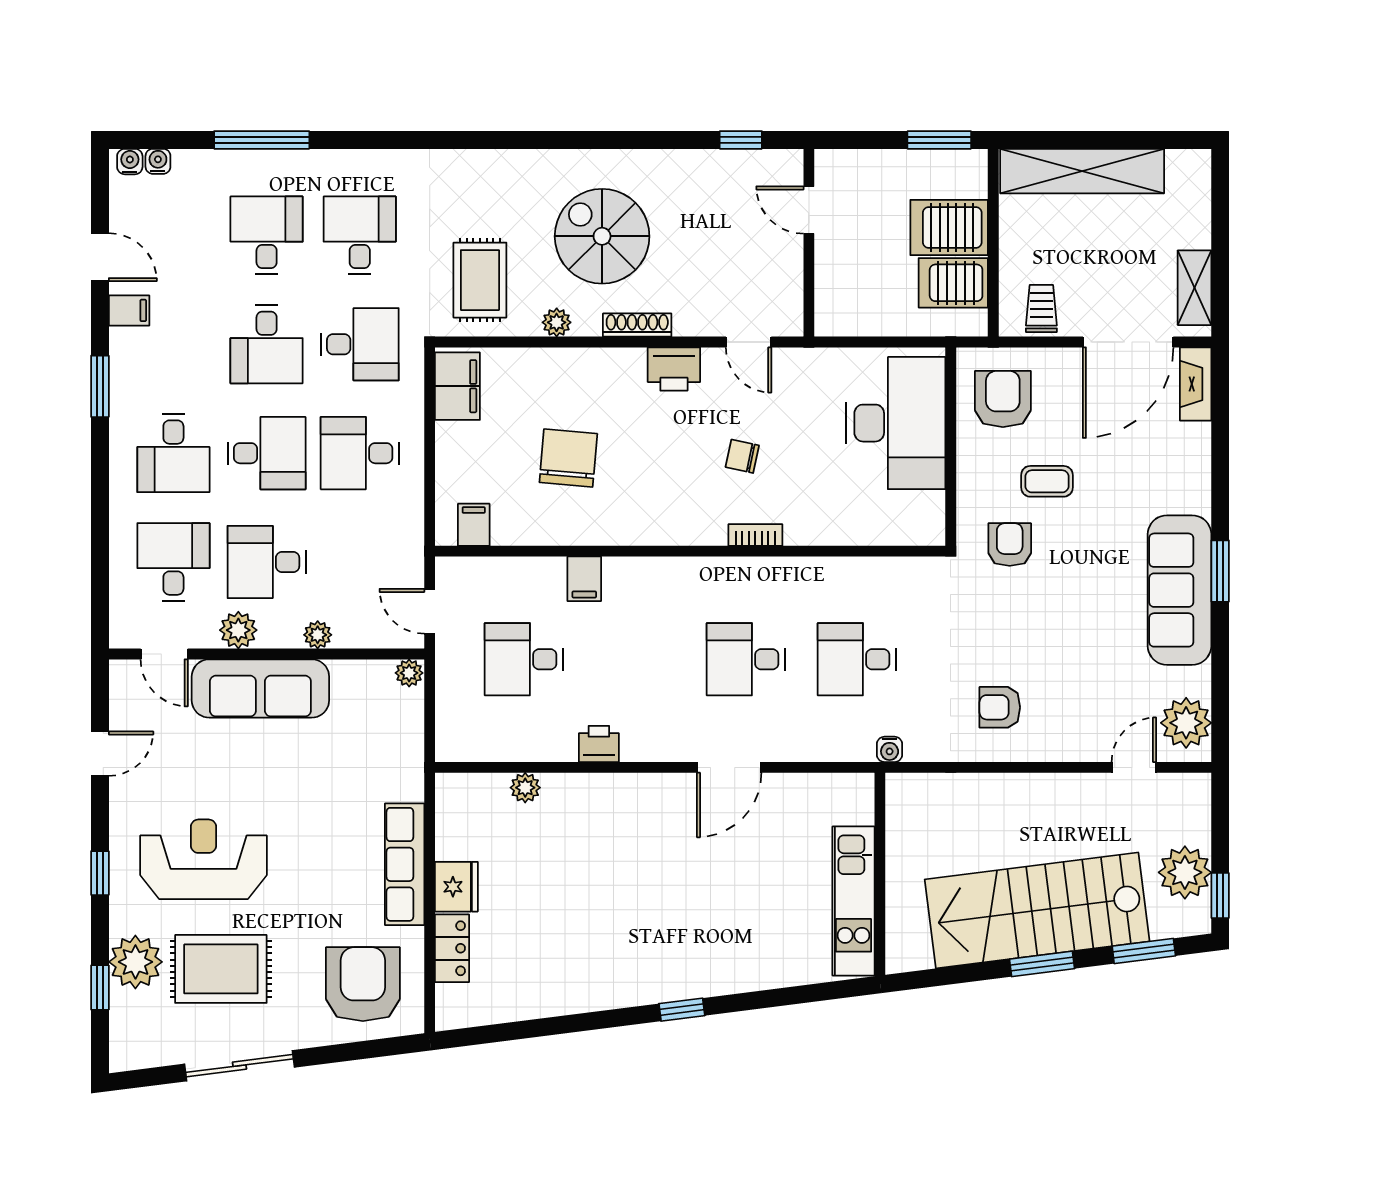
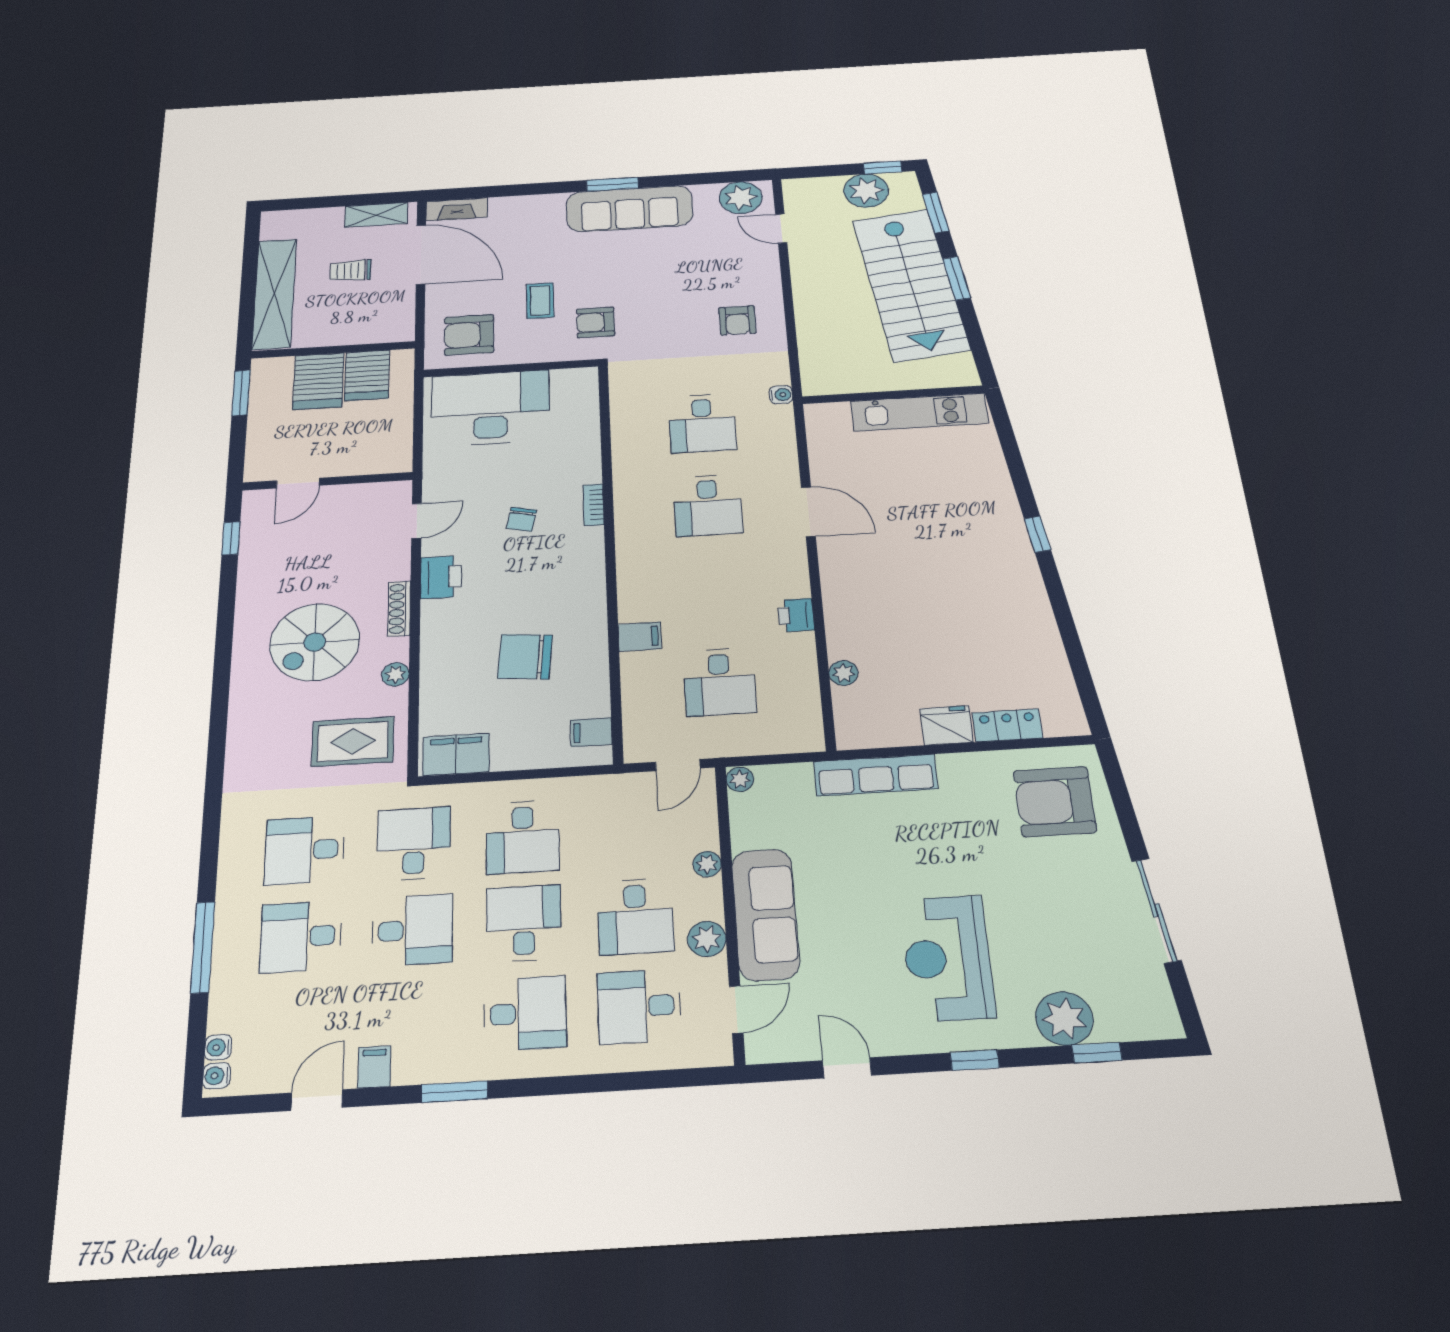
trolley: (1041, 309) -> (350, 271), moved
row of seats: (405, 864) -> (876, 775), moved
rug: (221, 969) -> (1059, 934), removed

